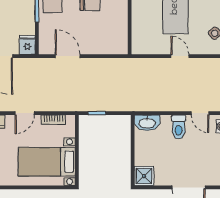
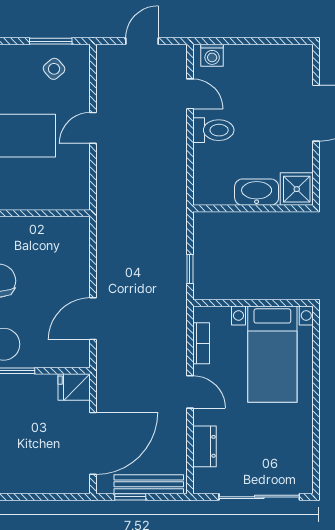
door: (200, 113) -> (190, 94), hinge flipped
washbasin: (147, 123) -> (257, 192), moved, turned -90

